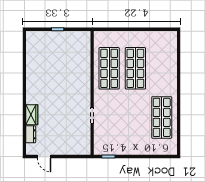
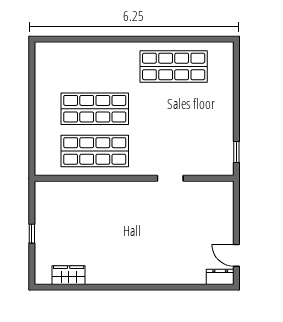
wardrobe: (32, 115) -> (69, 275), moved
dresser: (31, 134) -> (220, 277), moved
door: (44, 157) -> (236, 255), swing flipped

